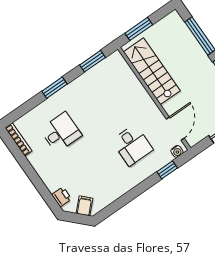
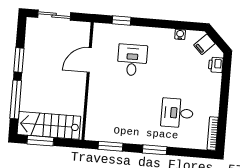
window: (139, 29) -> (40, 141), moved
stairs: (152, 71) -> (49, 125), moved, turned 90
door: (175, 129) -> (89, 60), moved
water cooler: (177, 151) -> (180, 34), moved

